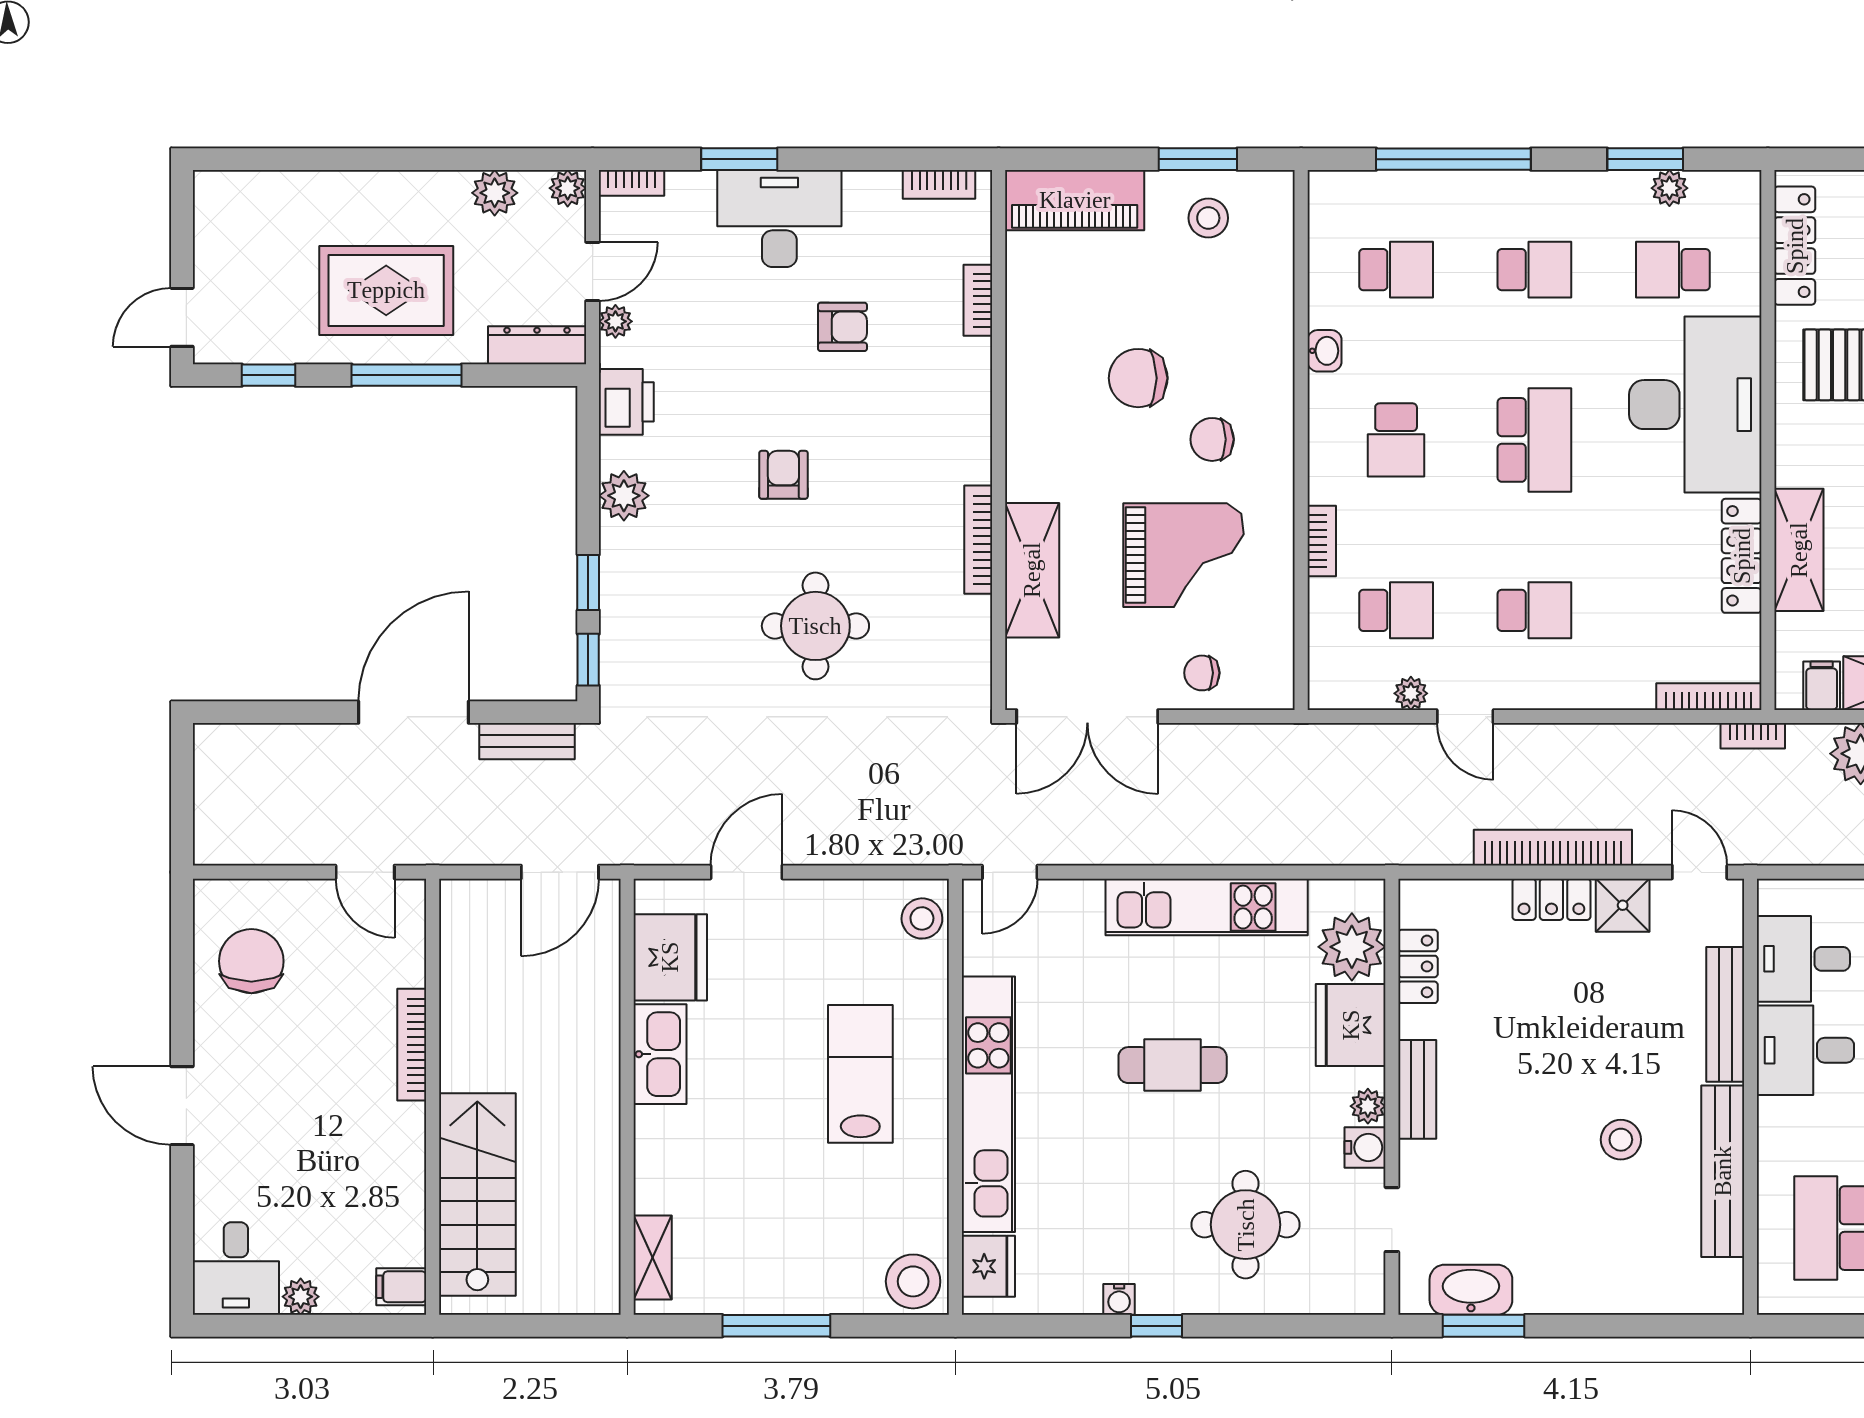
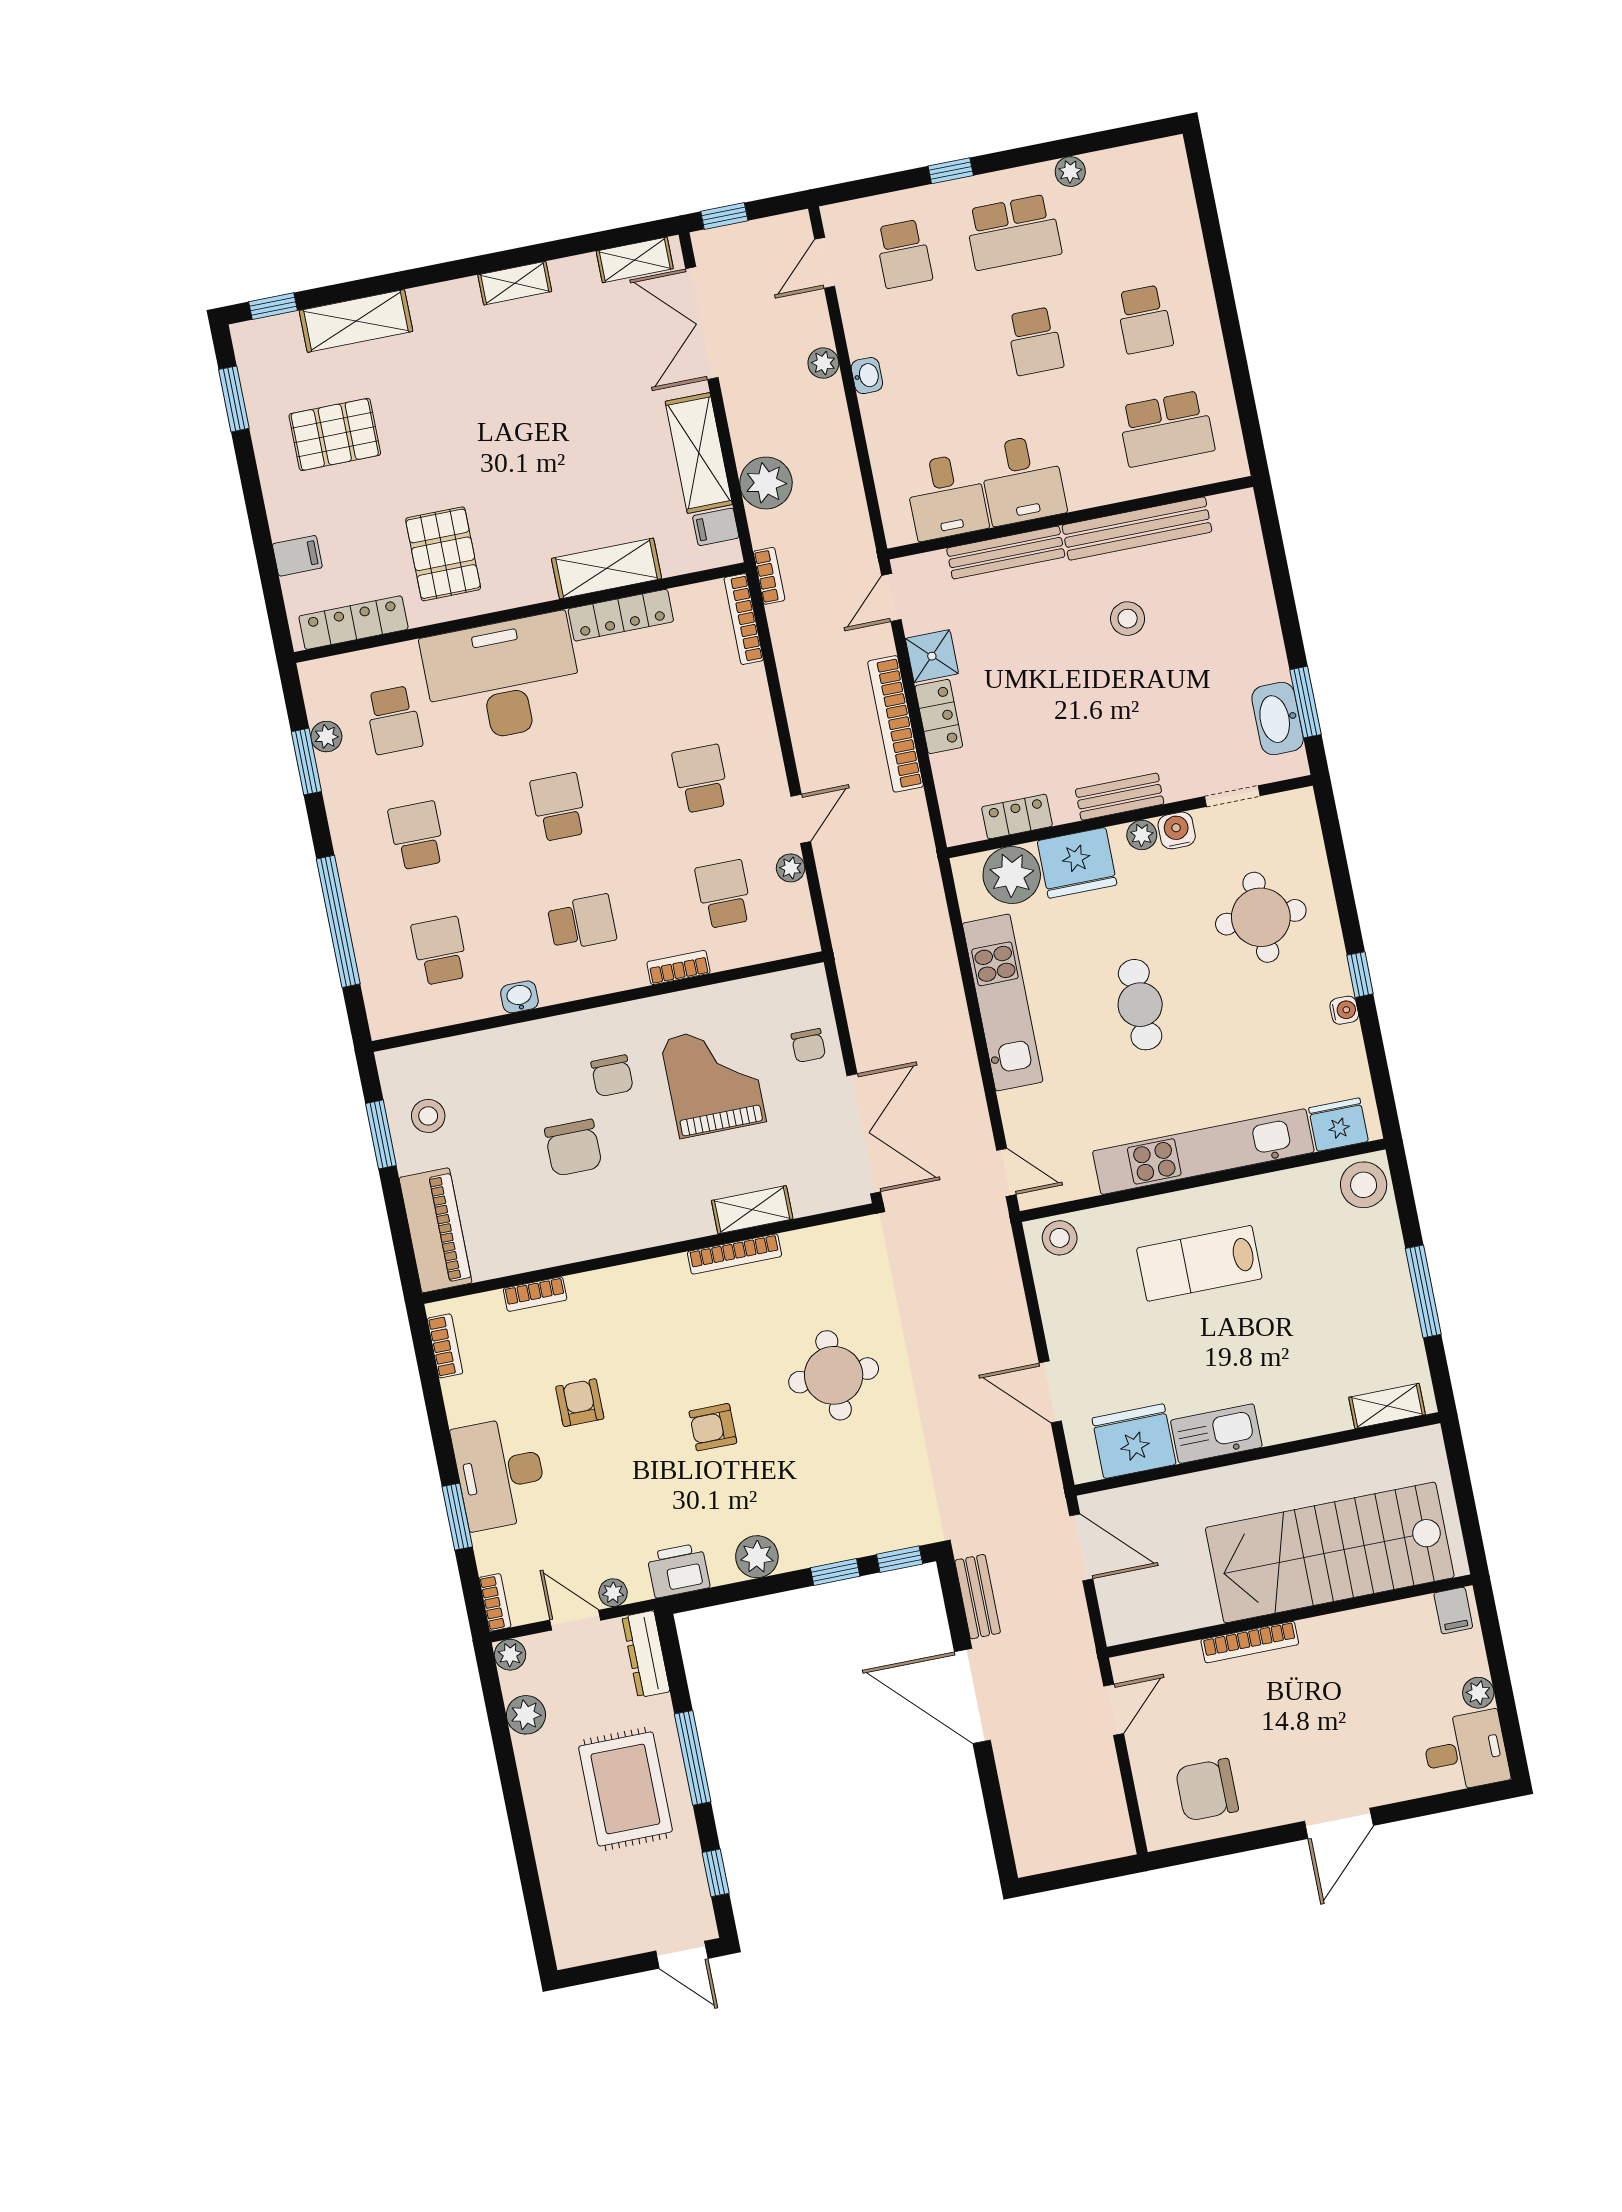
school desk: (1534, 440) -> (559, 807), width x0.54
shelving: (1032, 570) -> (752, 1210), width x0.67, depth x0.75
stairs: (477, 1194) -> (1330, 1552), width x1.36, depth x1.51

